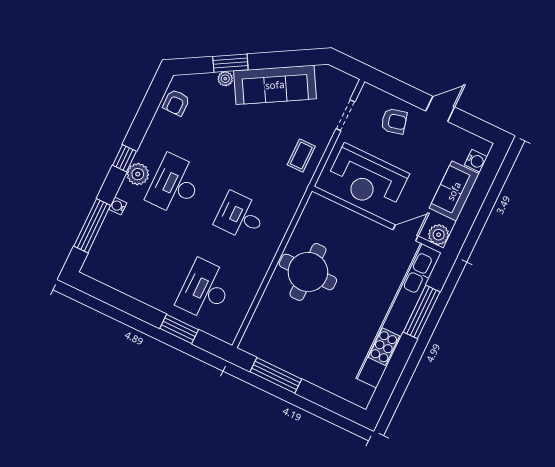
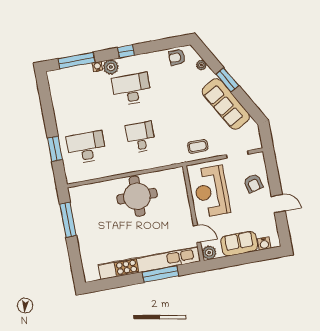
window: (230, 63) -> (227, 80), moved
plant: (225, 79) -> (201, 65), moved
plant: (138, 174) -> (111, 67), moved

